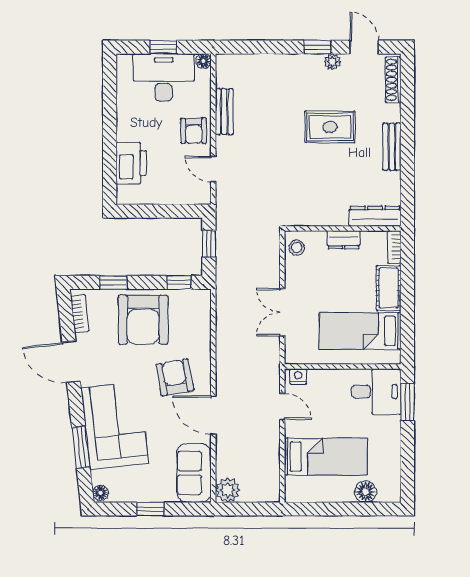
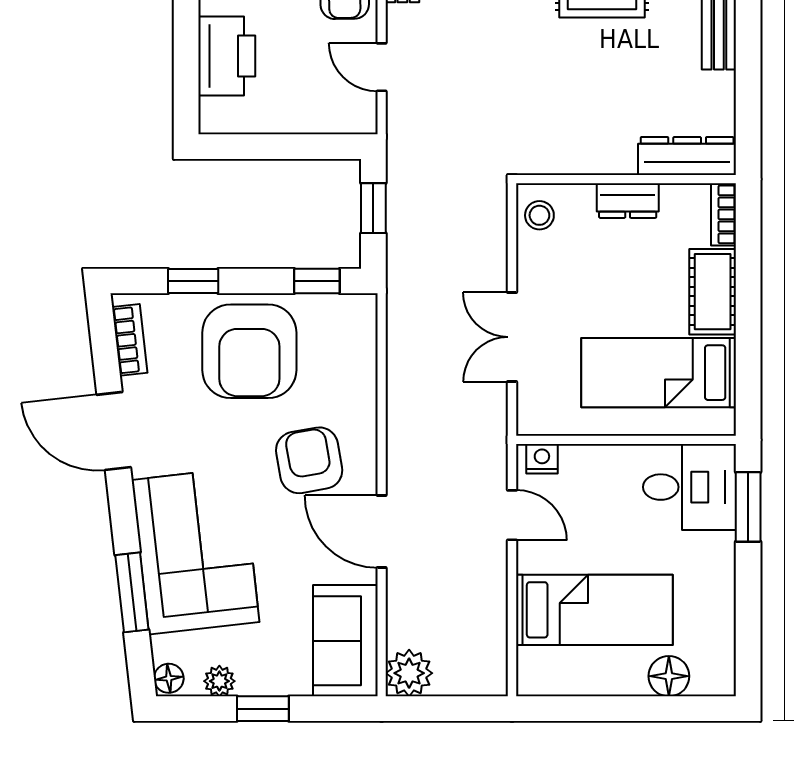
plant: (127, 494) -> (219, 681), added

